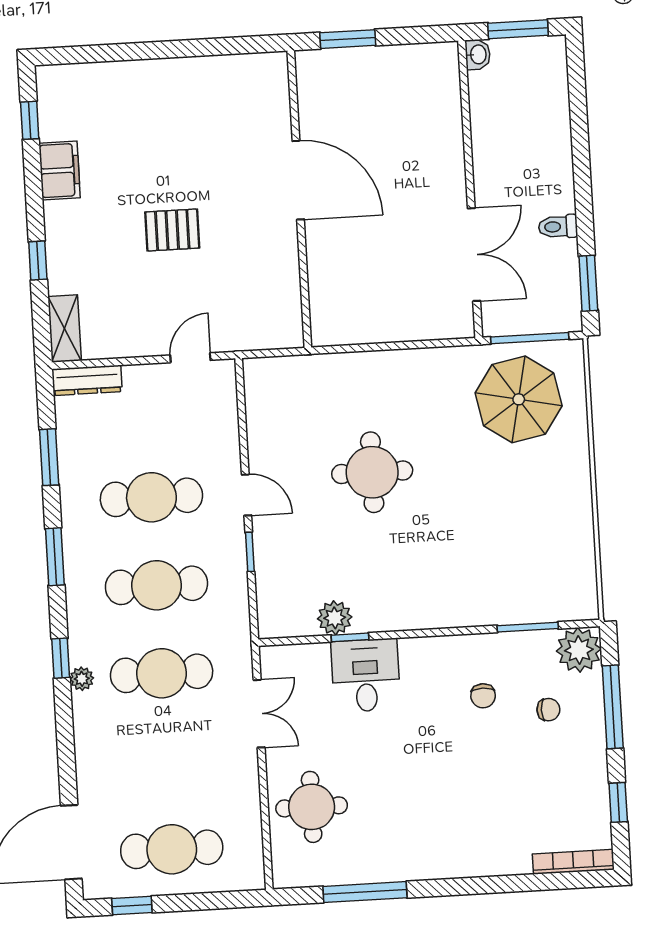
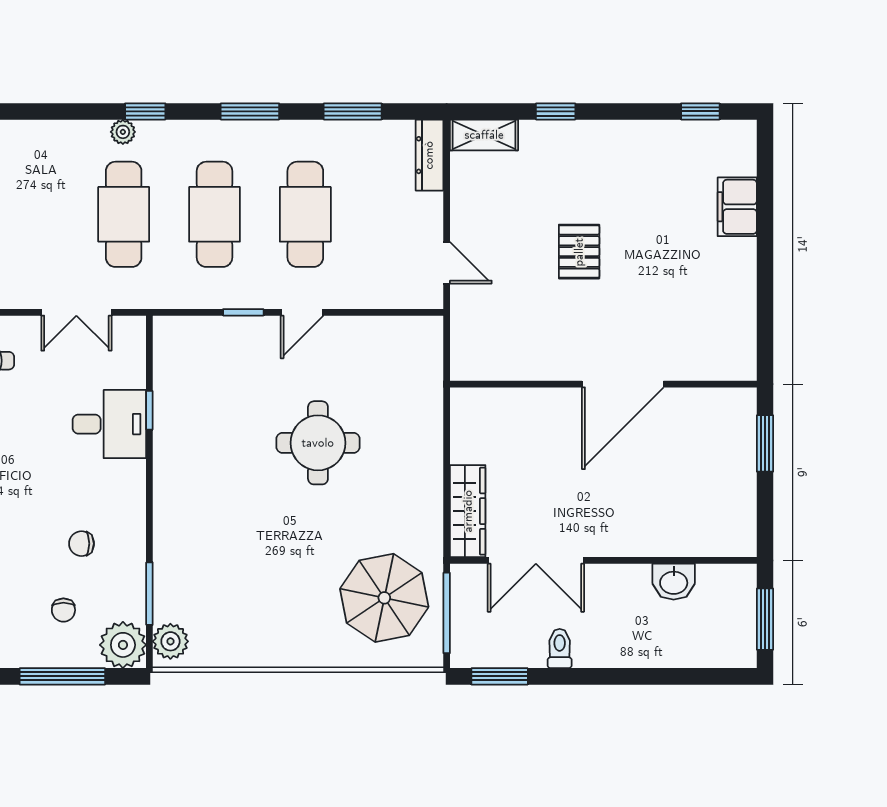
washbasin: (478, 54) -> (674, 582), moved, width x1.38, depth x1.45
filing cabinet: (60, 170) -> (737, 207), moved, turned 90
wardrobe: (430, 323) -> (468, 511), added
plant: (335, 618) -> (170, 641), moved

